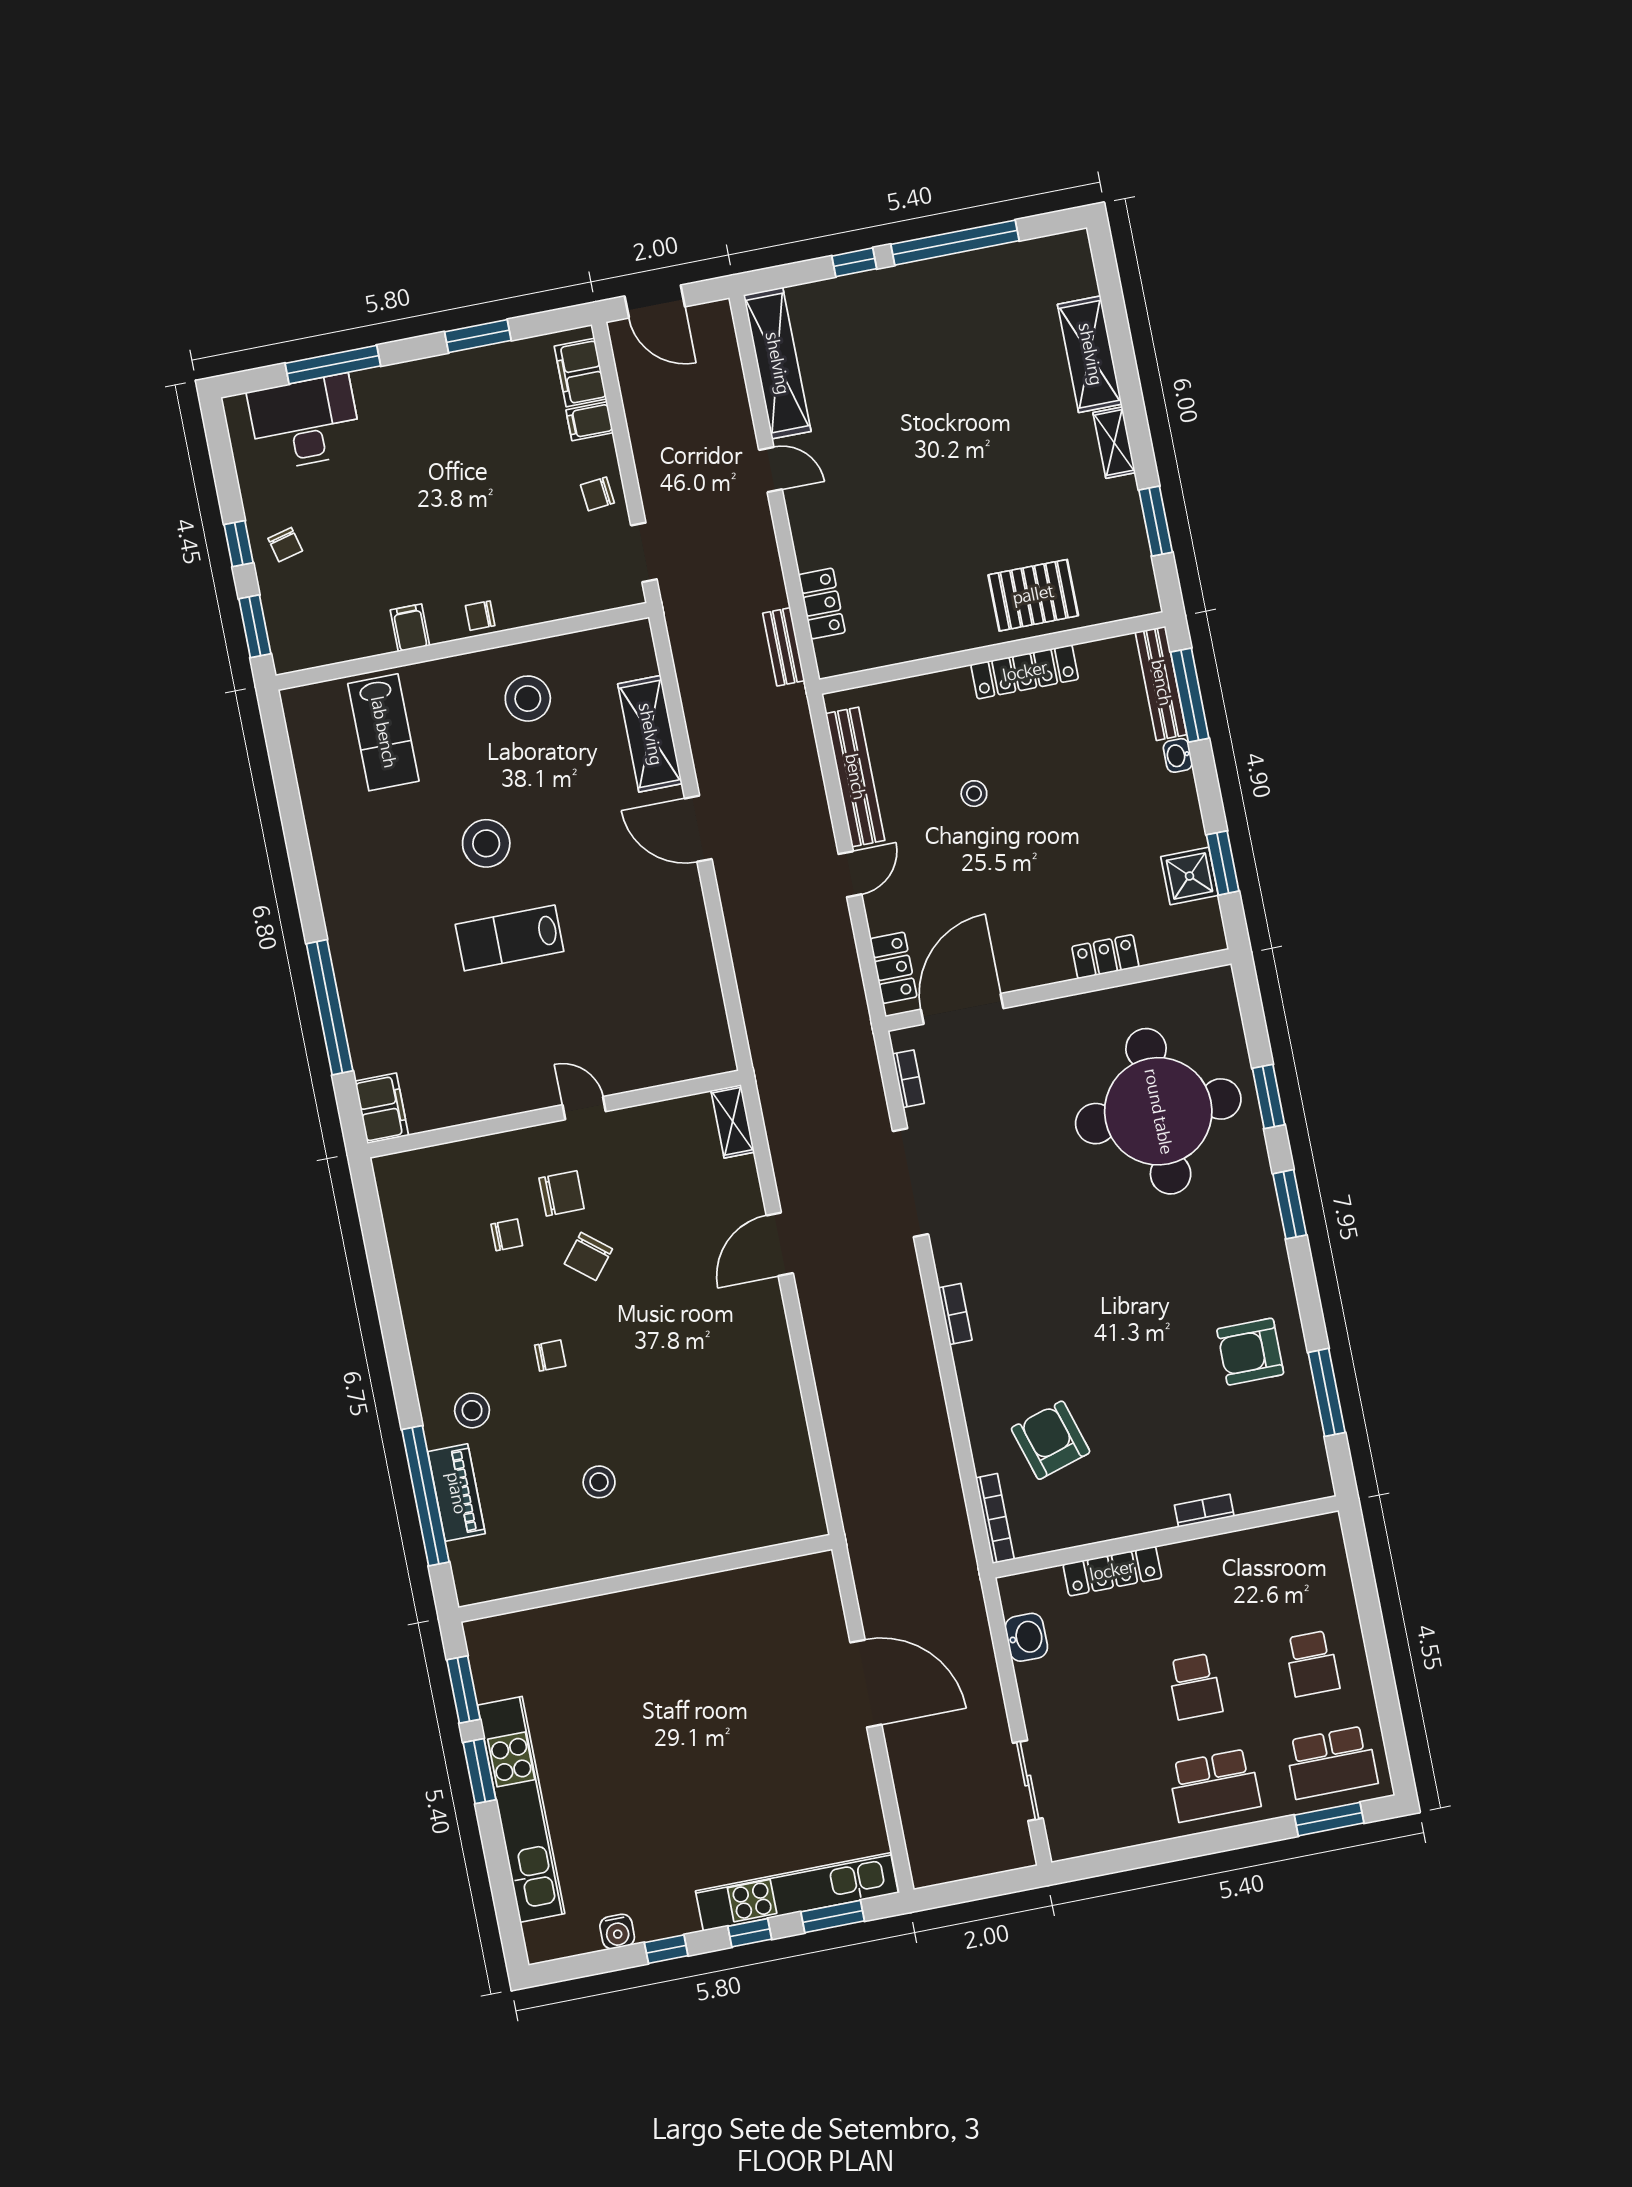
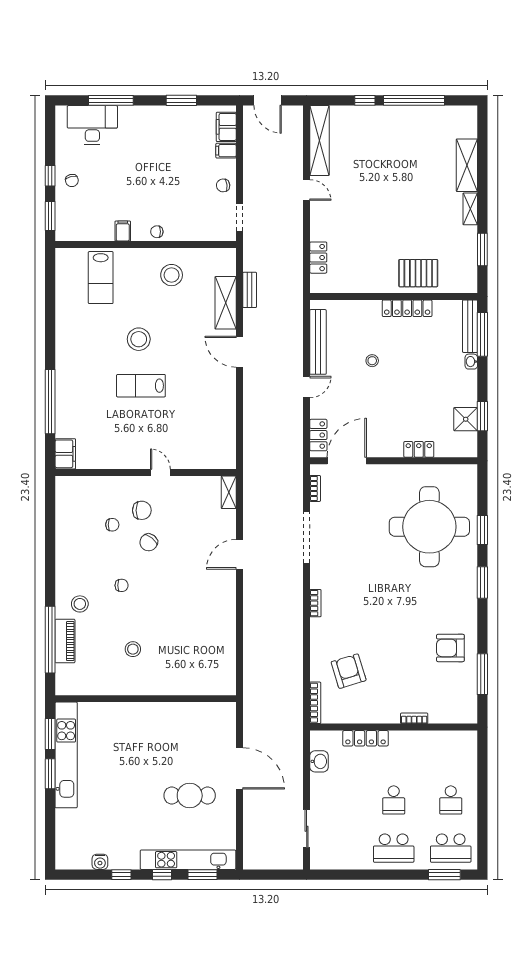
bench: (784, 647) -> (250, 290), moved
cafe table: (775, 1759) -> (190, 796), added
kitchen unit: (521, 1809) -> (66, 755), moved

